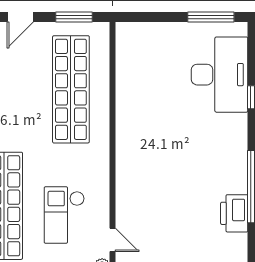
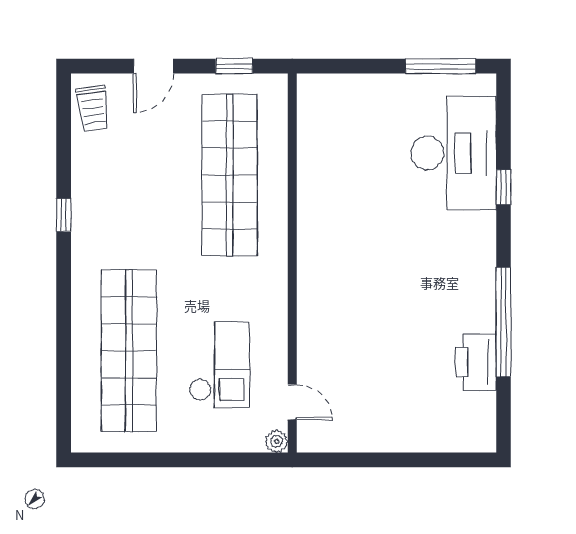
window: (74, 17) -> (234, 66), width x0.67
checkout: (64, 215) -> (219, 365), turned 180

